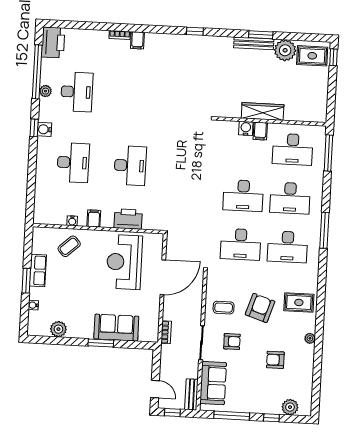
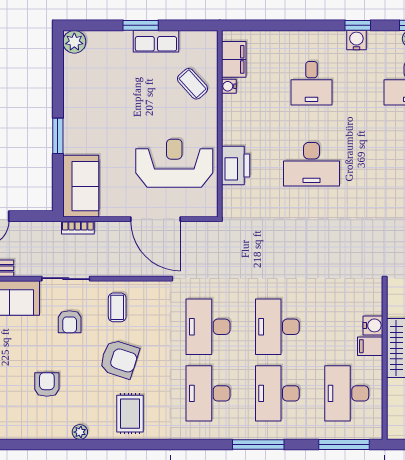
desk: (73, 163) -> (312, 83), width x0.73
filing cabinet: (94, 218) -> (234, 59), moved, width x2.00
window: (324, 230) -> (258, 444), moved
water cooler: (33, 305) -> (106, 37), removed
sofa: (116, 328) -> (81, 186), moved
plant: (58, 329) -> (74, 42), moved

